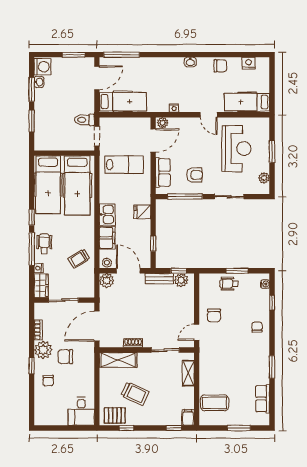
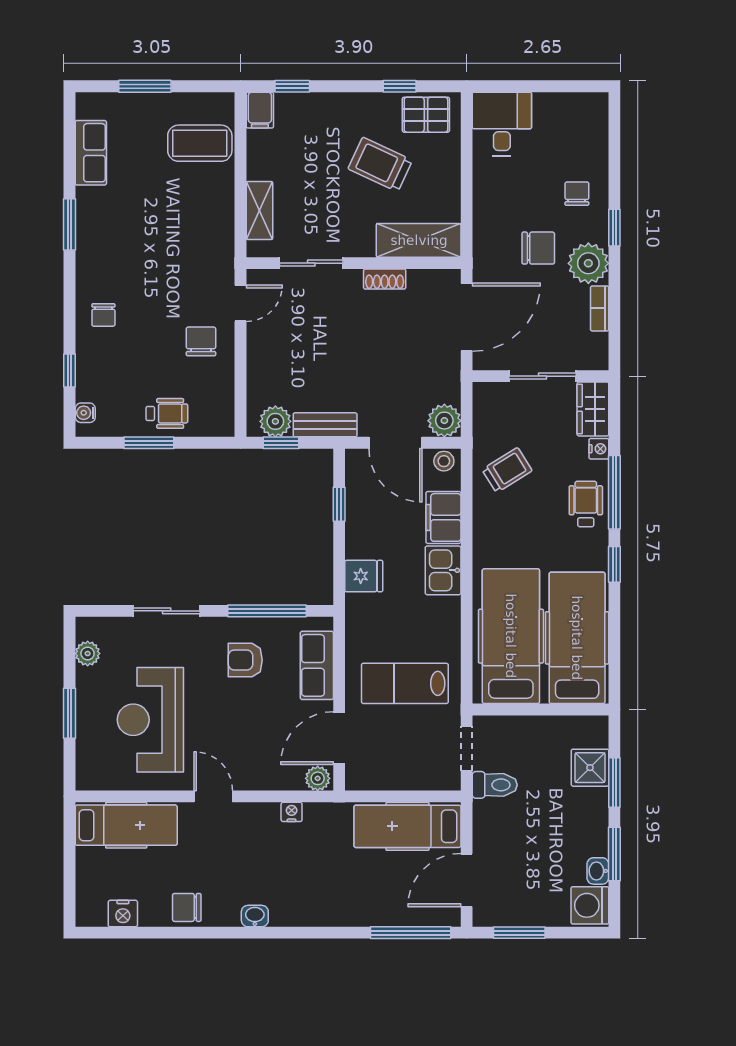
shower: (42, 127) -> (590, 768), added
wheelchair: (44, 244) -> (586, 504), turned 180

